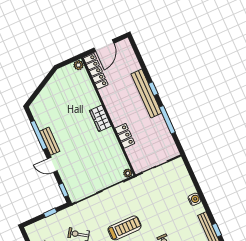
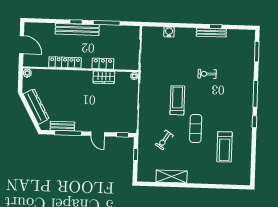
locker: (96, 71) -> (65, 62), moved
dresser: (50, 90) -> (36, 106), added
wardrobe: (100, 118) -> (104, 77), moved
bench: (50, 141) -> (62, 126), moved
door: (52, 165) -> (98, 134), hinge flipped
water cooler: (194, 199) -> (169, 32), moved

